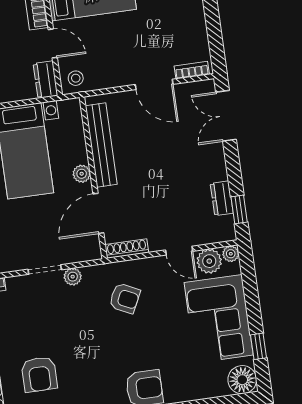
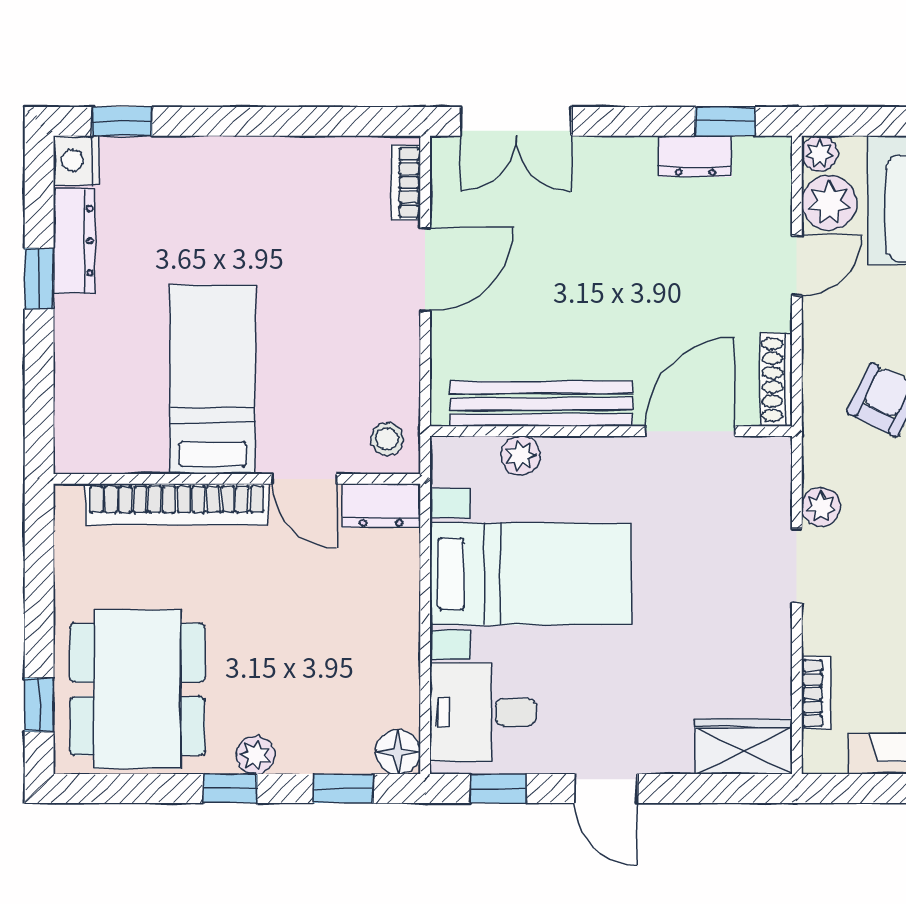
door: (53, 43) -> (304, 479), swing flipped
plant: (82, 174) -> (521, 456), moved
door: (98, 213) -> (690, 431), swing flipped

